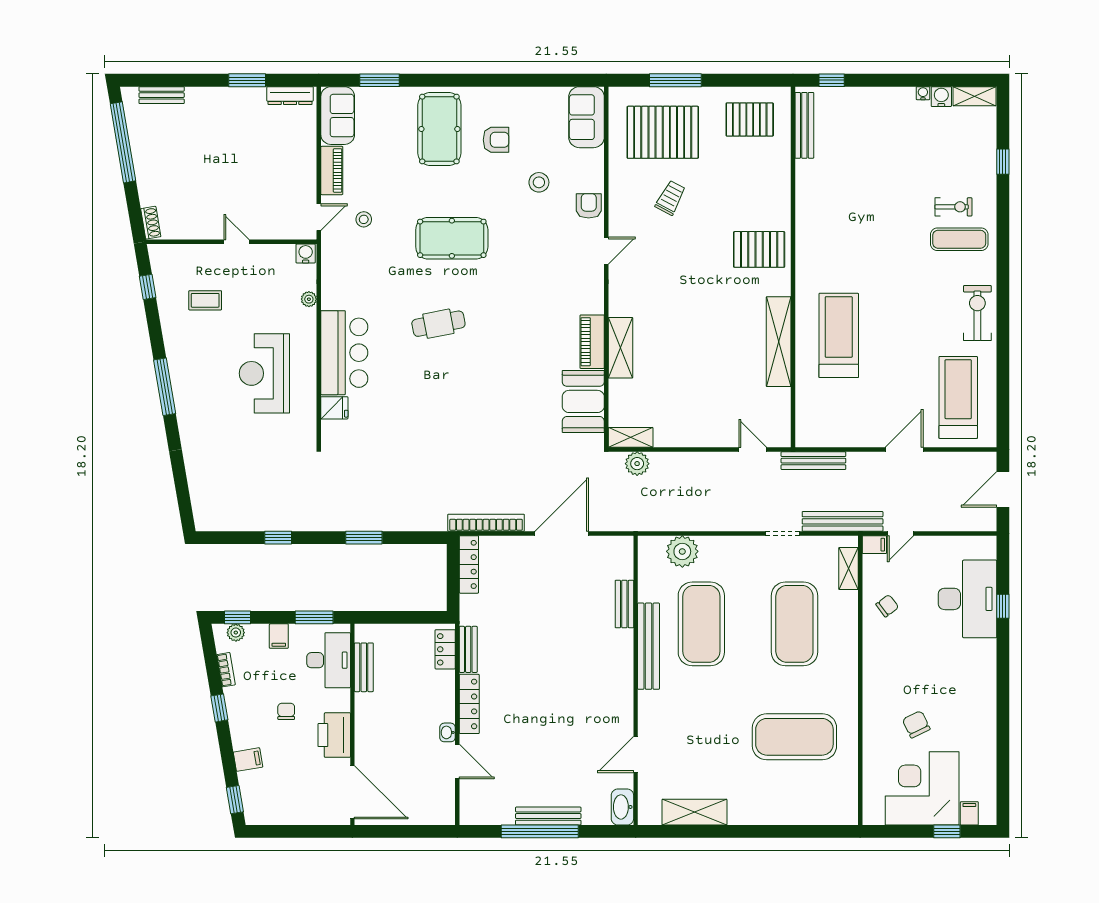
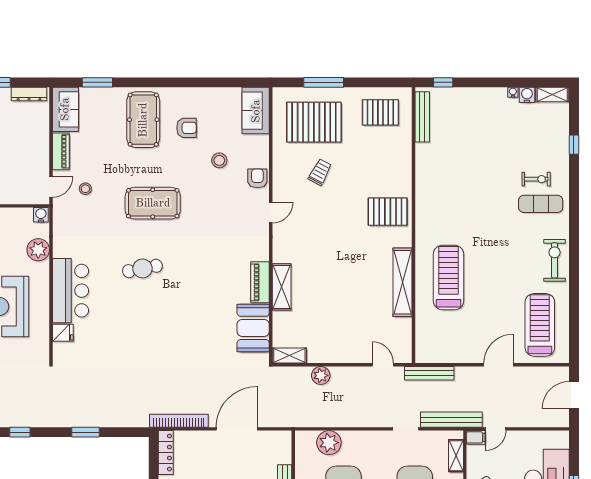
plant: (309, 299) -> (38, 250), width x1.87, depth x1.87
plant: (637, 464) -> (321, 375), moved

